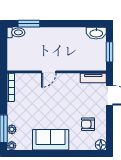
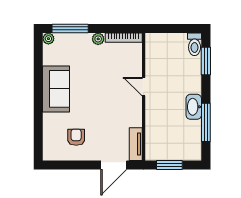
window: (76, 24) -> (206, 122), added
washbasin: (96, 33) -> (194, 107), moved
plant: (12, 129) -> (98, 39), moved
floor lamp: (101, 145) -> (49, 154), removed

